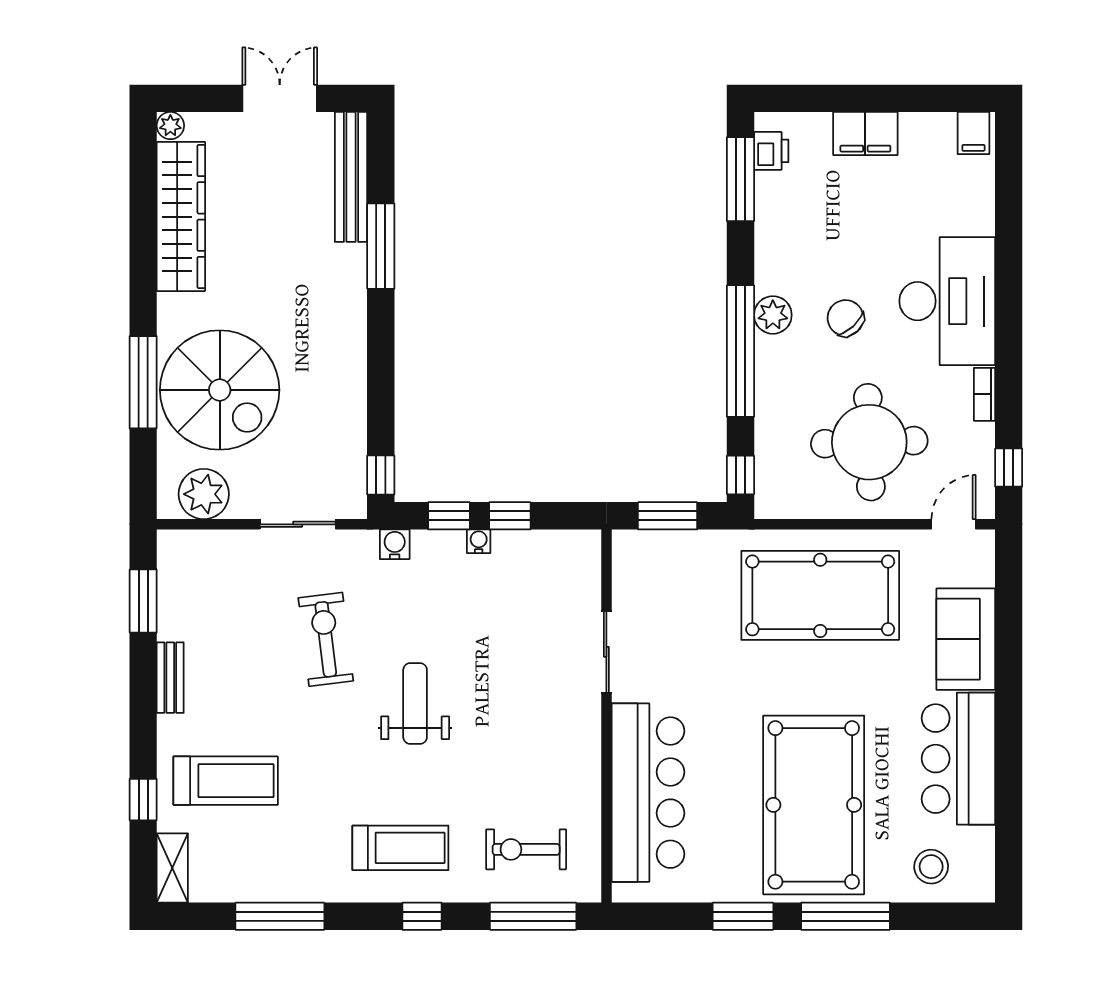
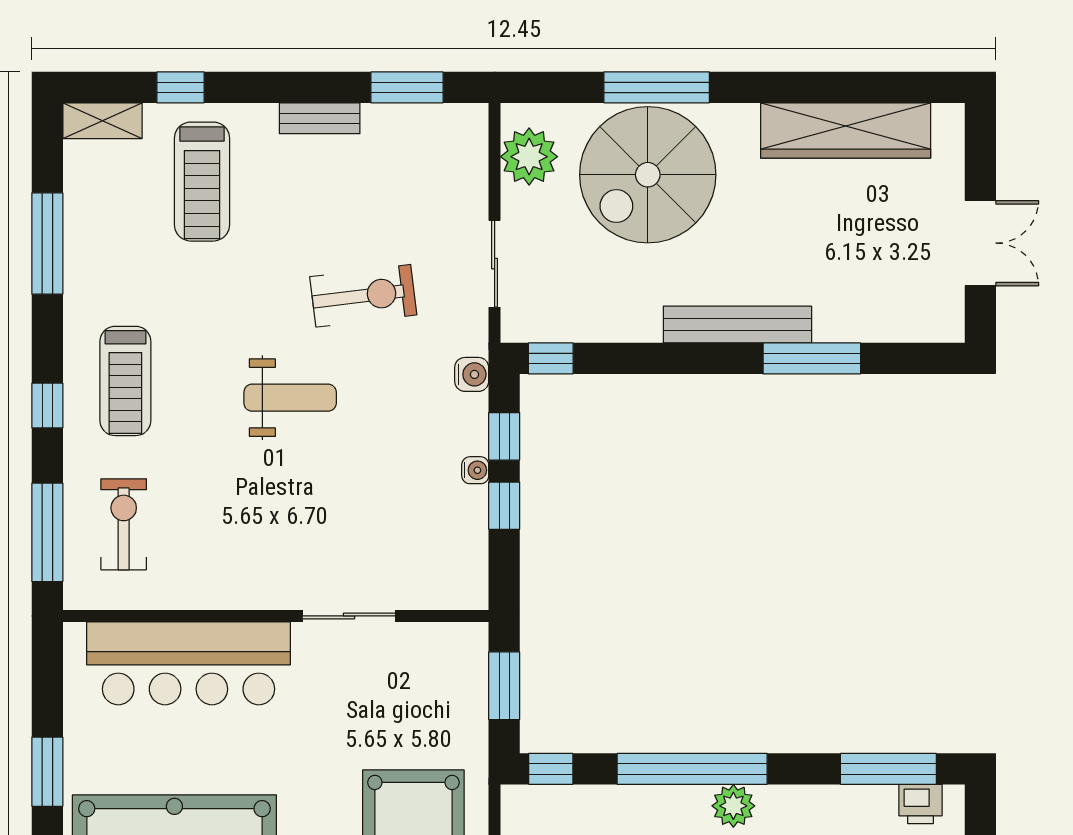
plant: (170, 126) -> (949, 119), removed
bench: (351, 177) -> (737, 325), moved

